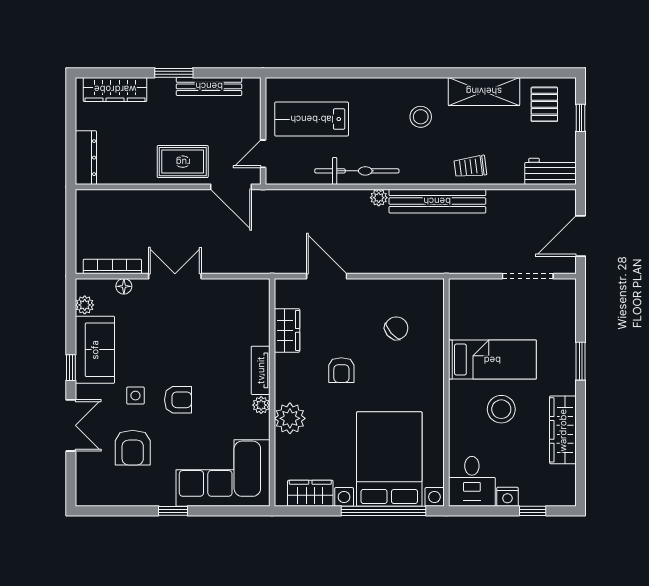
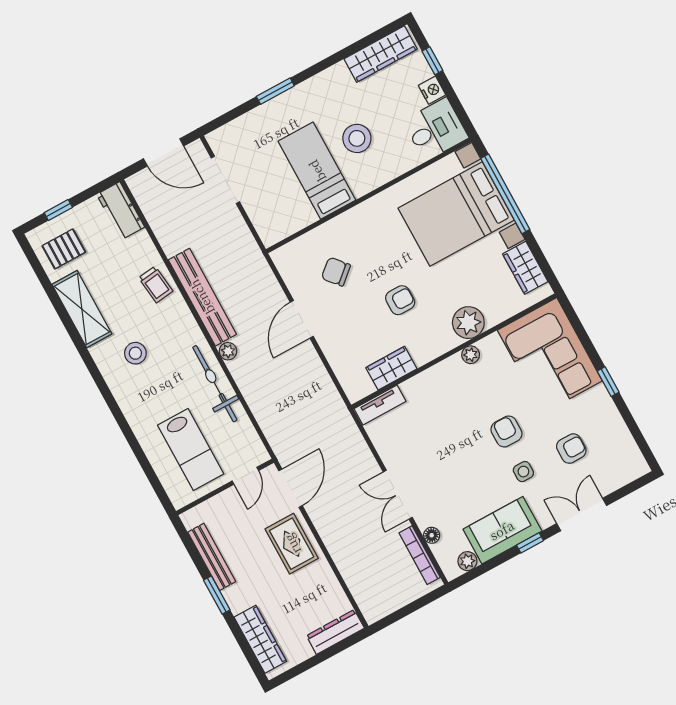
door: (263, 154) -> (245, 476), hinge flipped
door: (327, 276) -> (302, 319), moved
tv unit: (261, 370) -> (380, 405), moved
wardrobe: (563, 430) -> (381, 54), moved
armchair: (133, 448) -> (571, 449), width x0.72, depth x0.72

